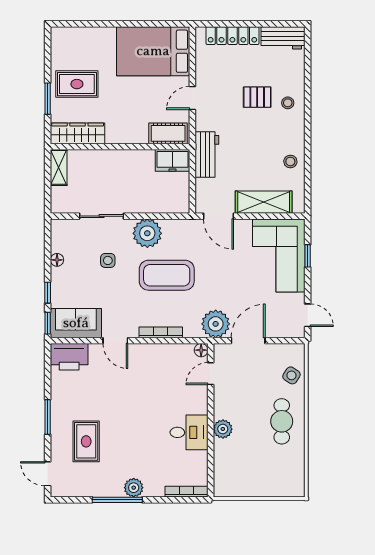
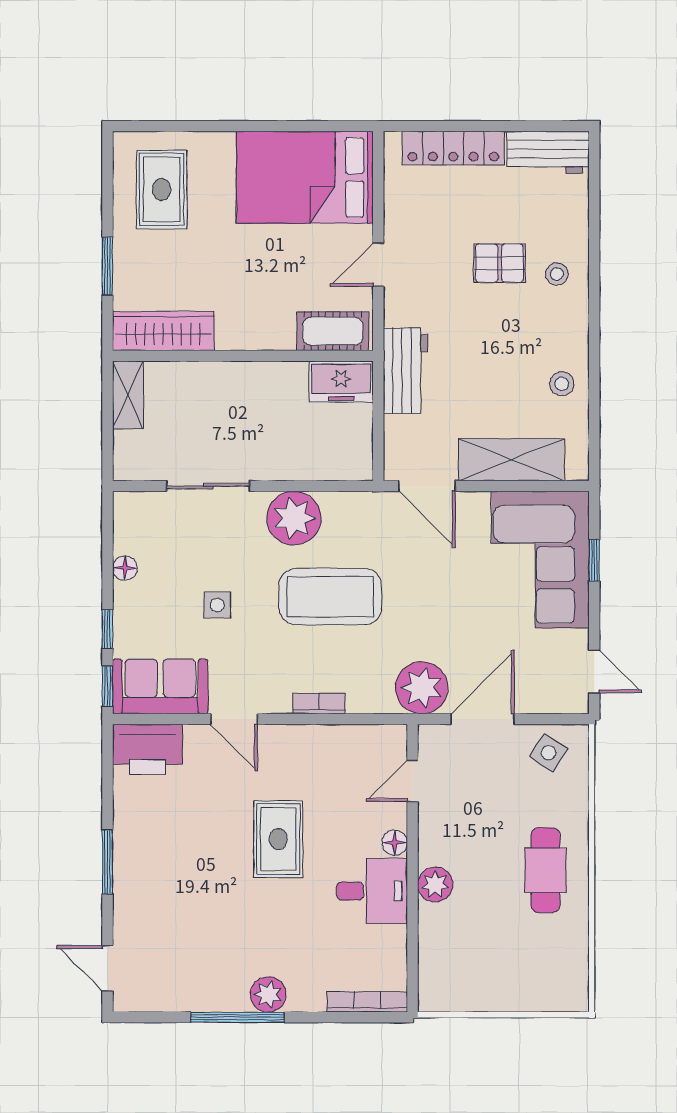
rug: (77, 84) -> (162, 189), moved, turned 90
side table: (108, 260) -> (217, 605), moved
bookcase: (161, 332) -> (319, 704), width x0.64
floor lamp: (201, 350) -> (395, 843), moved
side table: (291, 375) -> (548, 753), moved
rug: (86, 441) -> (278, 839), moved

